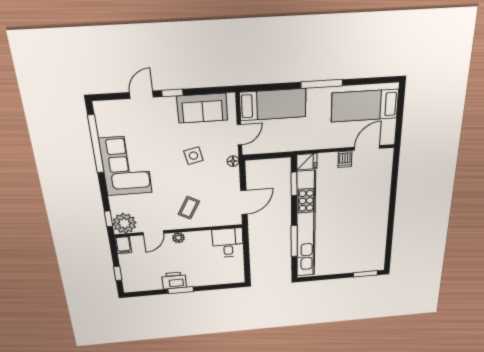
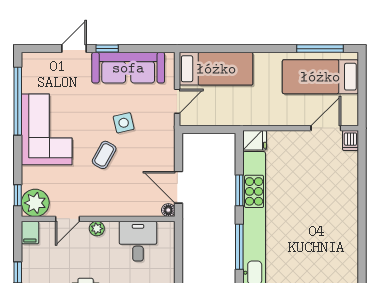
window: (322, 84) -> (320, 49), moved
sofa: (202, 108) -> (128, 68), width x1.36
dishwasher: (345, 159) -> (350, 140), moved
floor lamp: (233, 161) -> (168, 210), moved
window: (294, 184) -> (239, 190), moved
door: (244, 202) -> (179, 187), swing flipped
coffee table: (189, 208) -> (104, 155), moved
desk: (228, 243) -> (138, 241), moved

